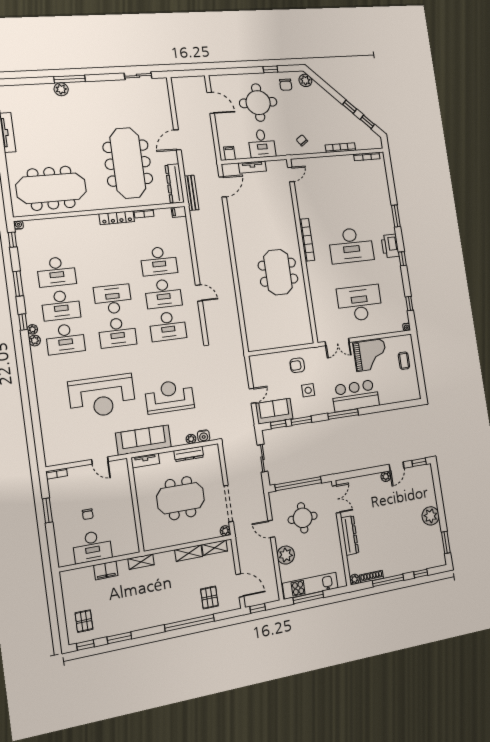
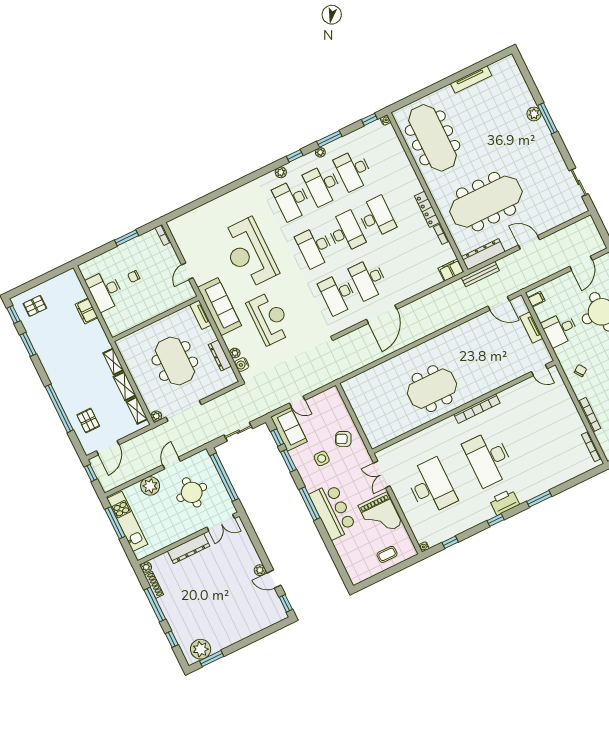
filing cabinet: (179, 212) -> (451, 270), width x2.00
desk: (159, 261) -> (376, 217), moved, turned 180
door: (199, 293) -> (382, 314), width x1.87
plant: (32, 329) -> (320, 152), moved
armchair: (297, 365) -> (343, 439), turned -63
plant: (431, 516) -> (201, 649), moved
shelving: (141, 562) -> (113, 362), moved
pallet: (209, 598) -> (88, 421), turned 90

